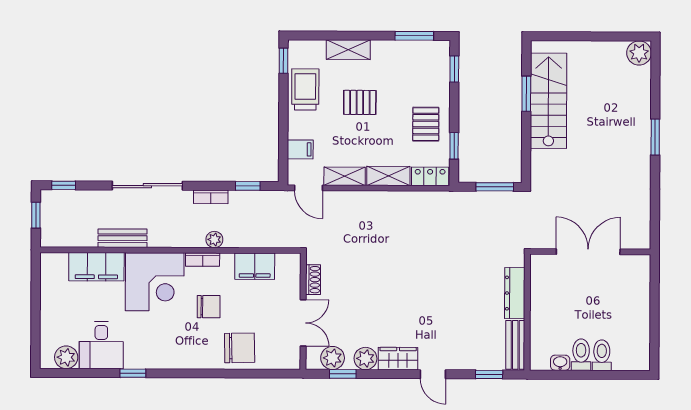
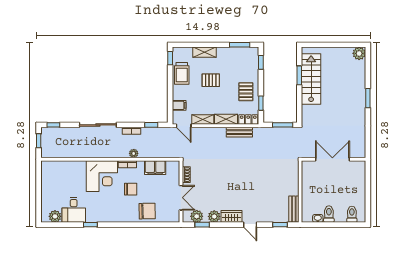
trolley: (305, 89) -> (182, 73), turned 180
bench: (123, 238) -> (239, 132), moved
filing cabinet: (96, 267) -> (71, 168), removed
dresser: (515, 293) -> (293, 181), removed
toilet: (602, 355) -> (352, 214), moved

